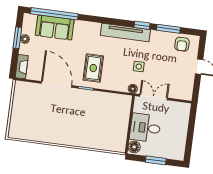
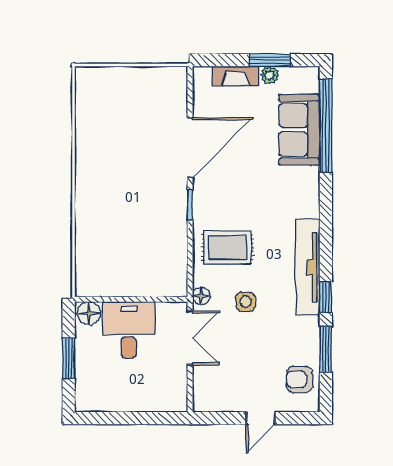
fireplace: (22, 67) -> (236, 76), moved
rug: (93, 68) -> (228, 247), moved

